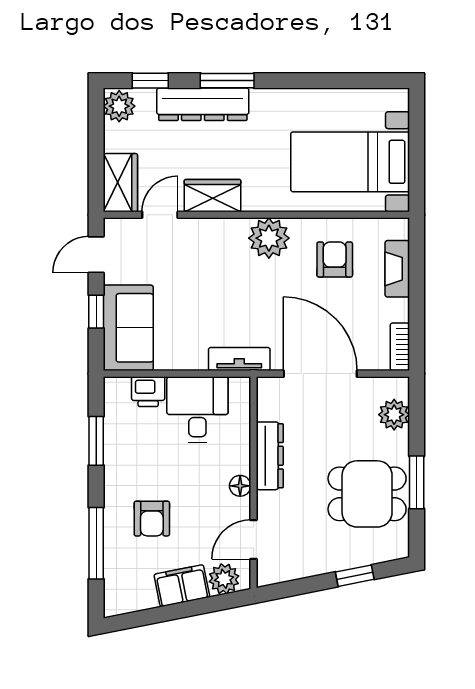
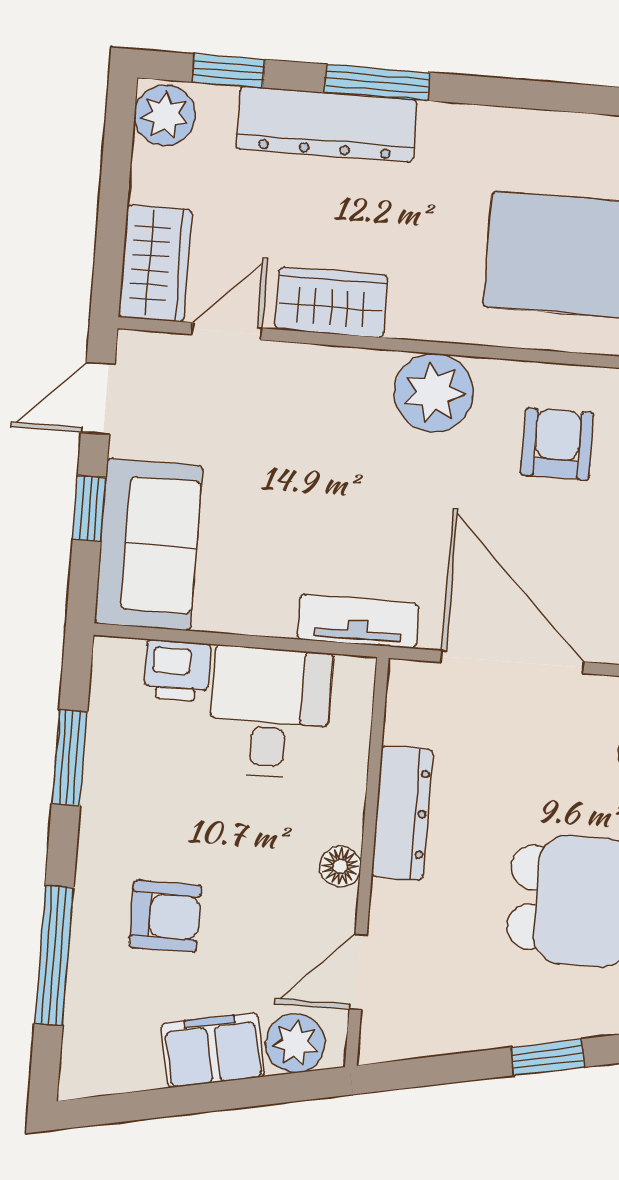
armchair: (152, 519) -> (165, 916), turned -90

